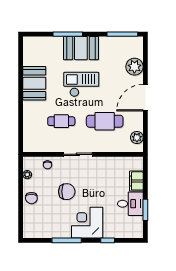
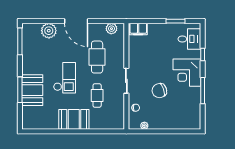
booth: (81, 48) -> (32, 90), moved
booth: (34, 83) -> (74, 119), moved
checkout: (81, 84) -> (64, 78), turned 180
filing cabinet: (136, 181) -> (138, 29), moved
chair: (67, 192) -> (159, 91), turned -109
chair: (31, 198) -> (165, 122), removed
desk: (130, 204) -> (189, 39), moved, turned 90

